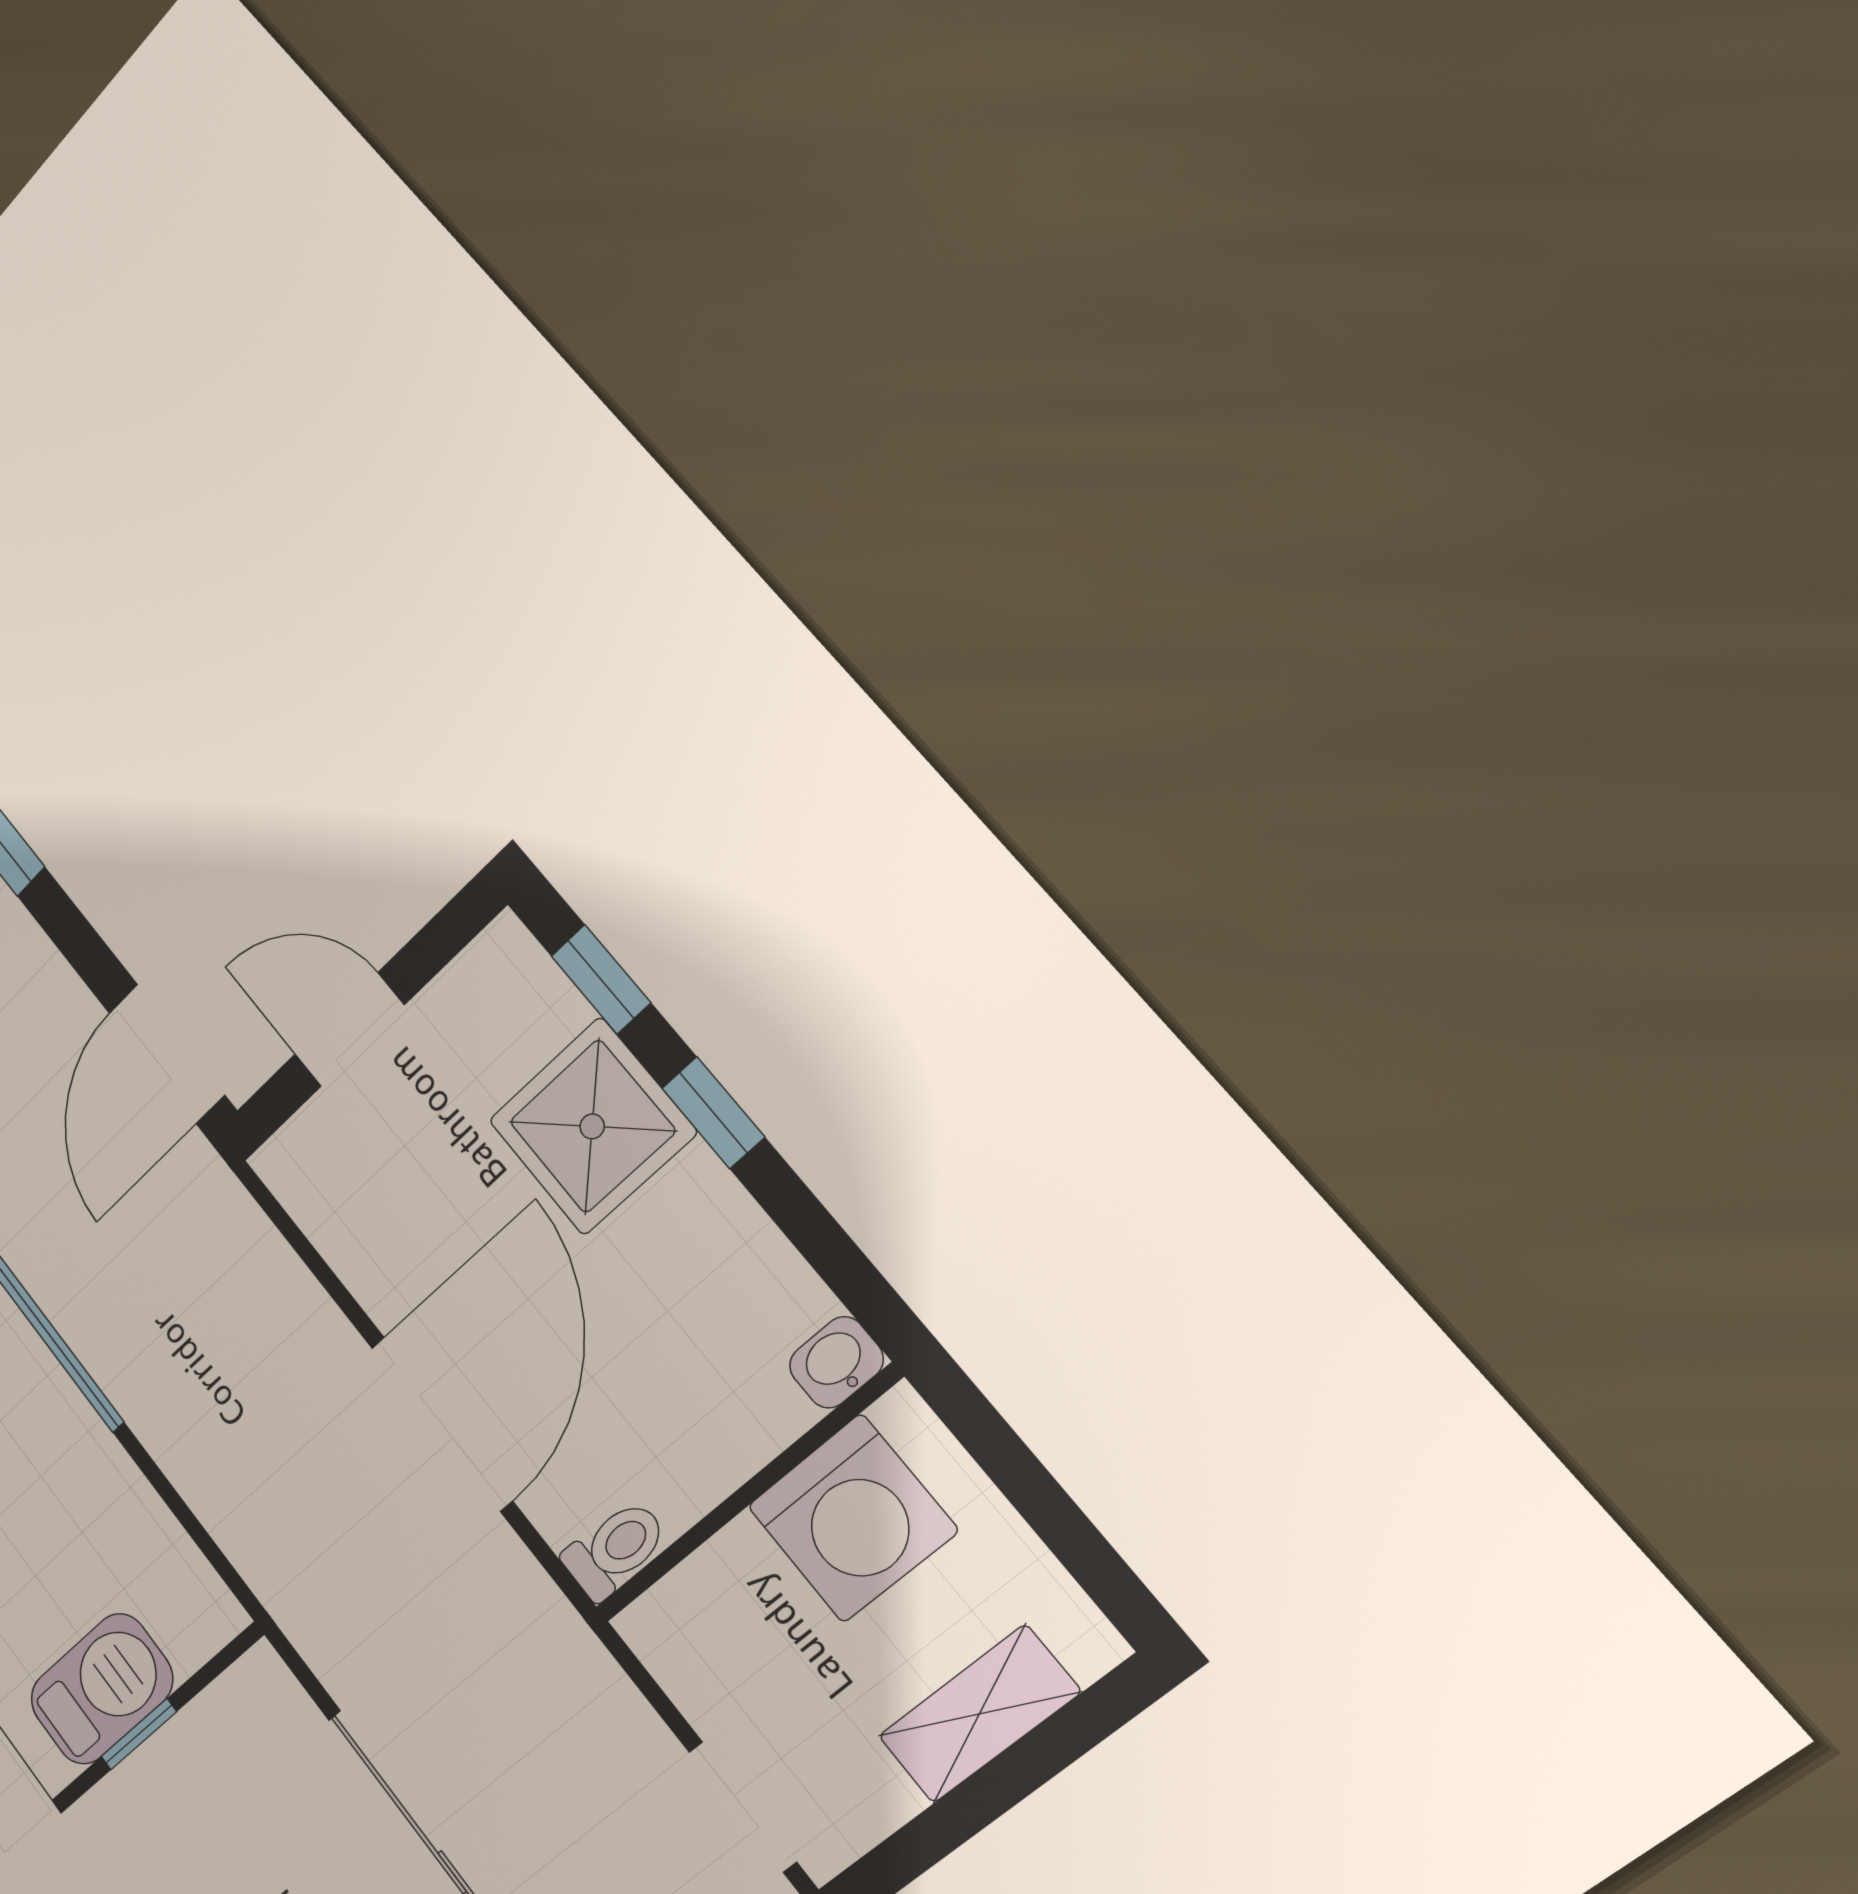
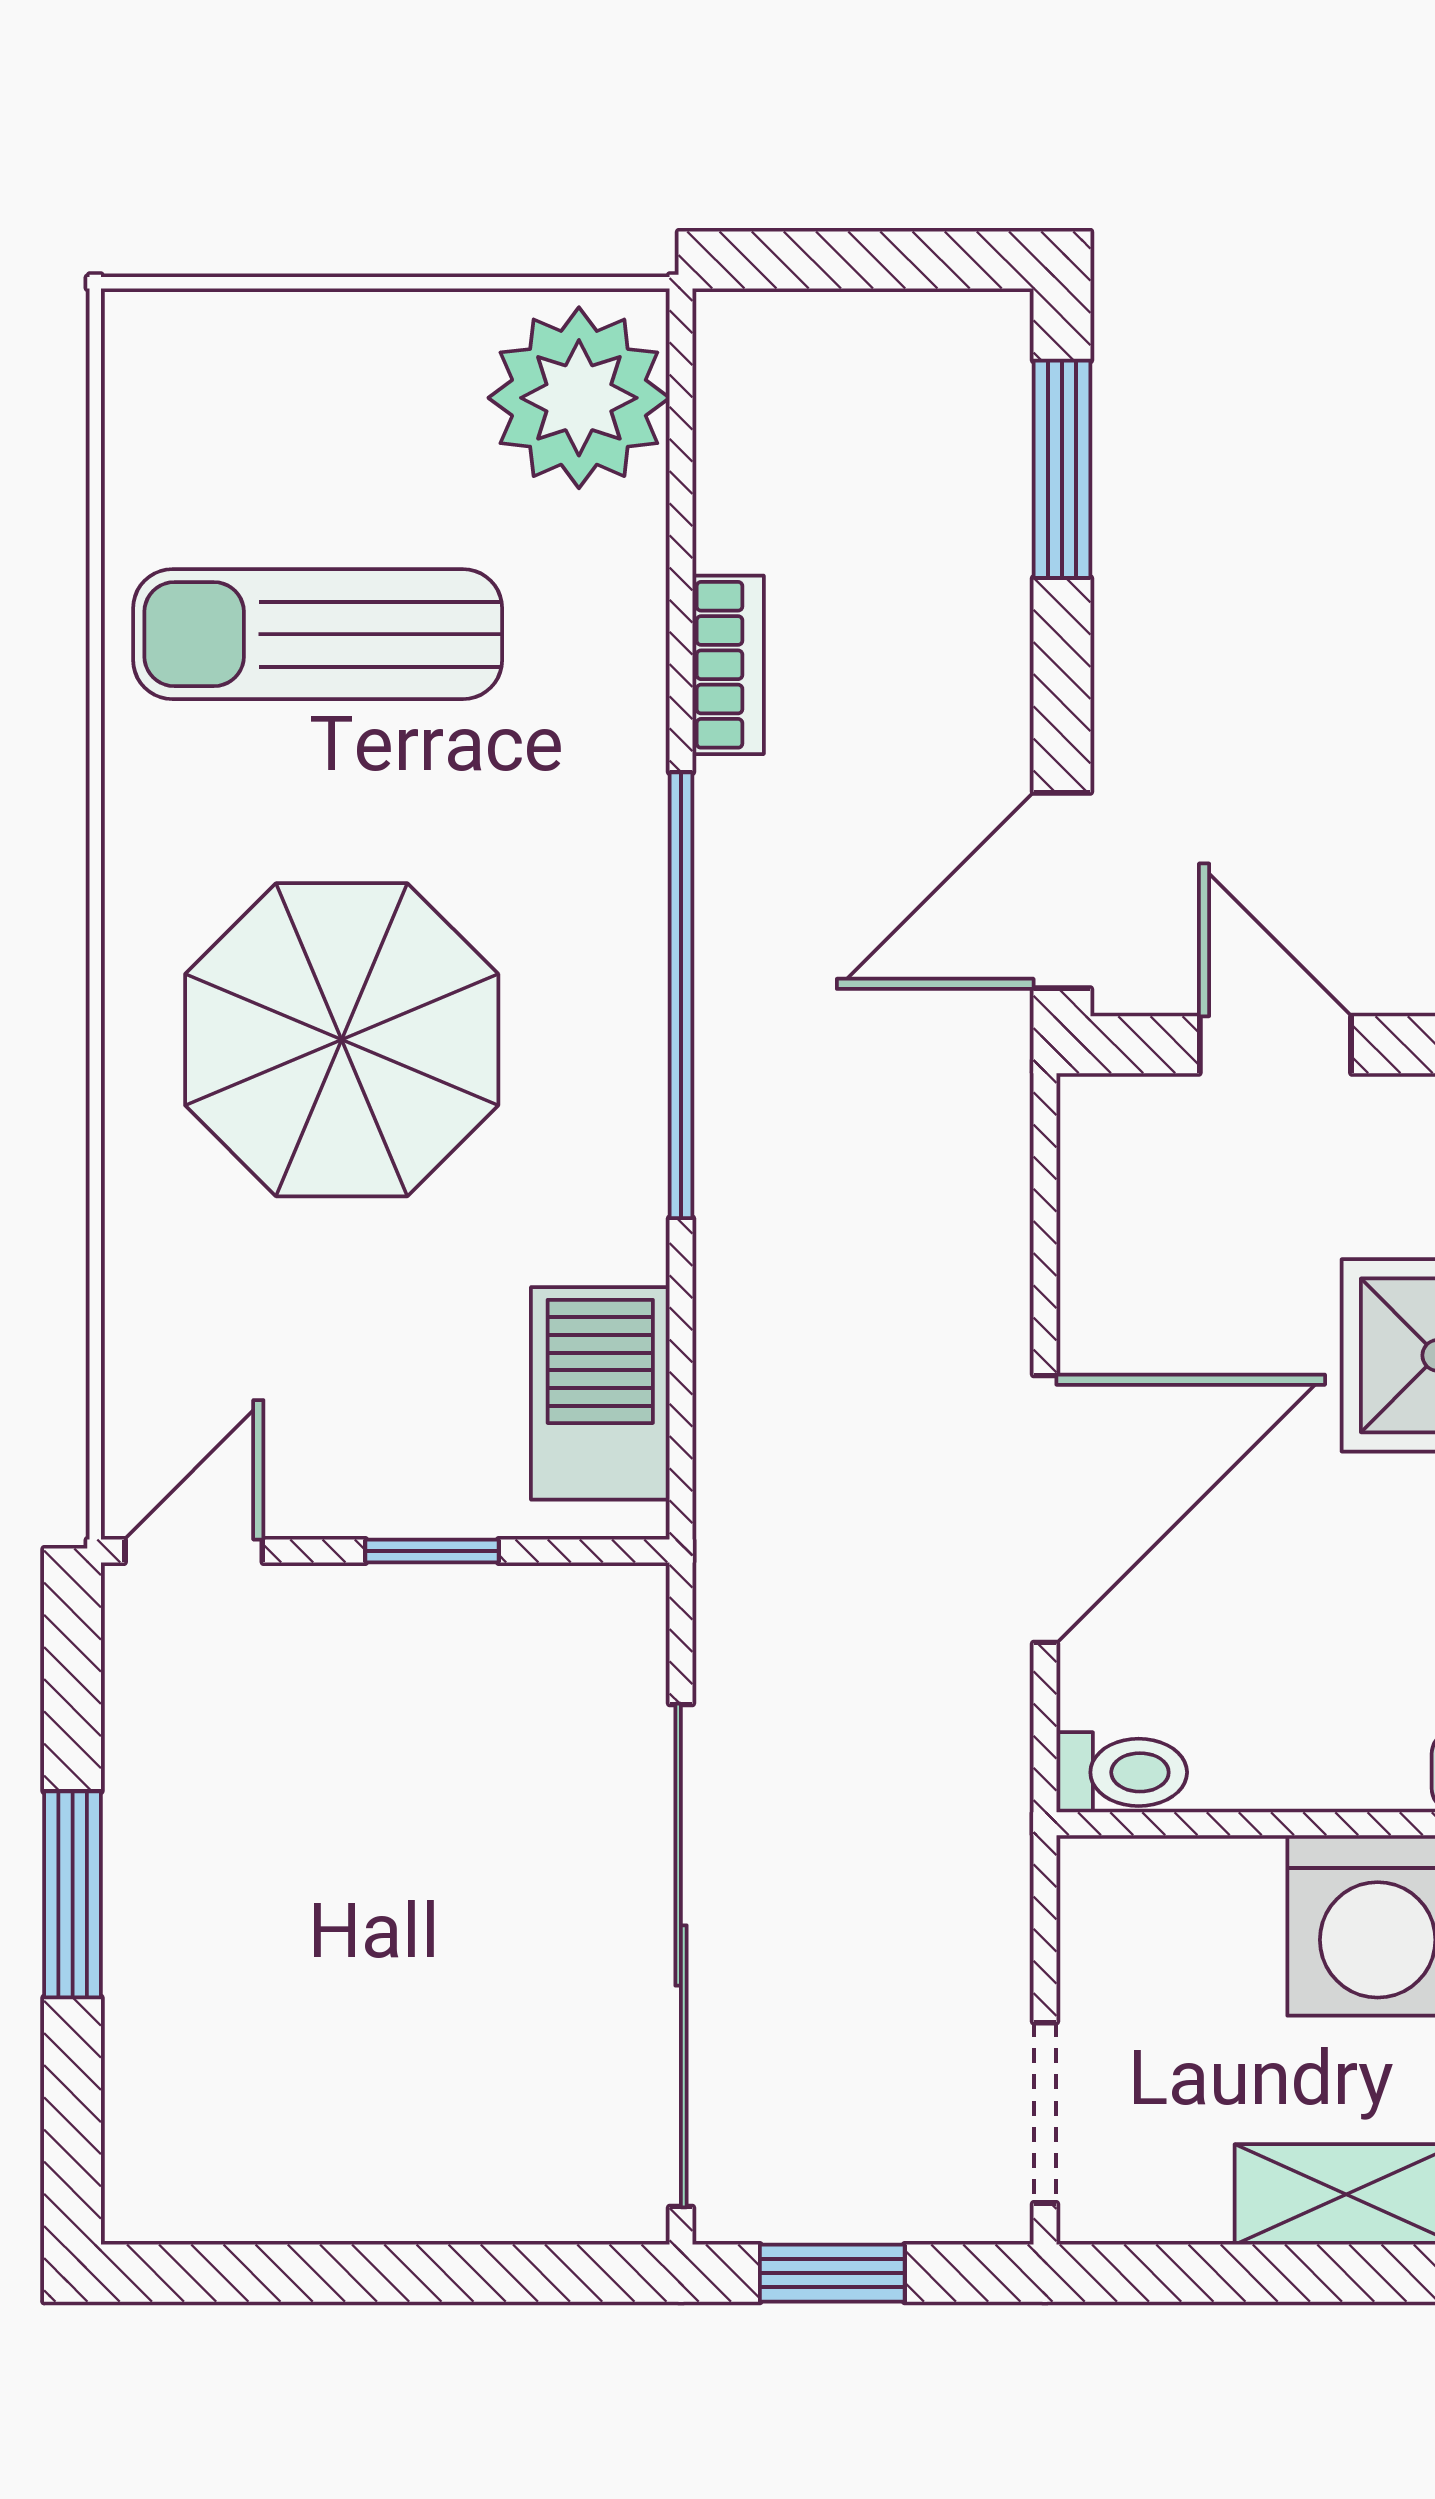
barbecue: (101, 1689) -> (600, 1393), moved, turned -90

